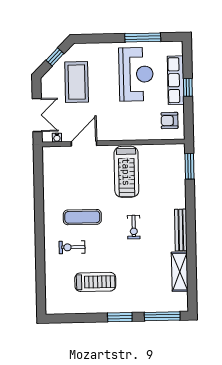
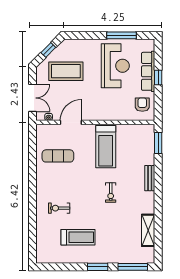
coffee table: (77, 82) -> (66, 71), turned 90
armchair: (170, 121) -> (142, 105), turned 90
exercise mat: (82, 217) -> (58, 156), moved
bench: (181, 230) -> (150, 178), moved, width x0.73

